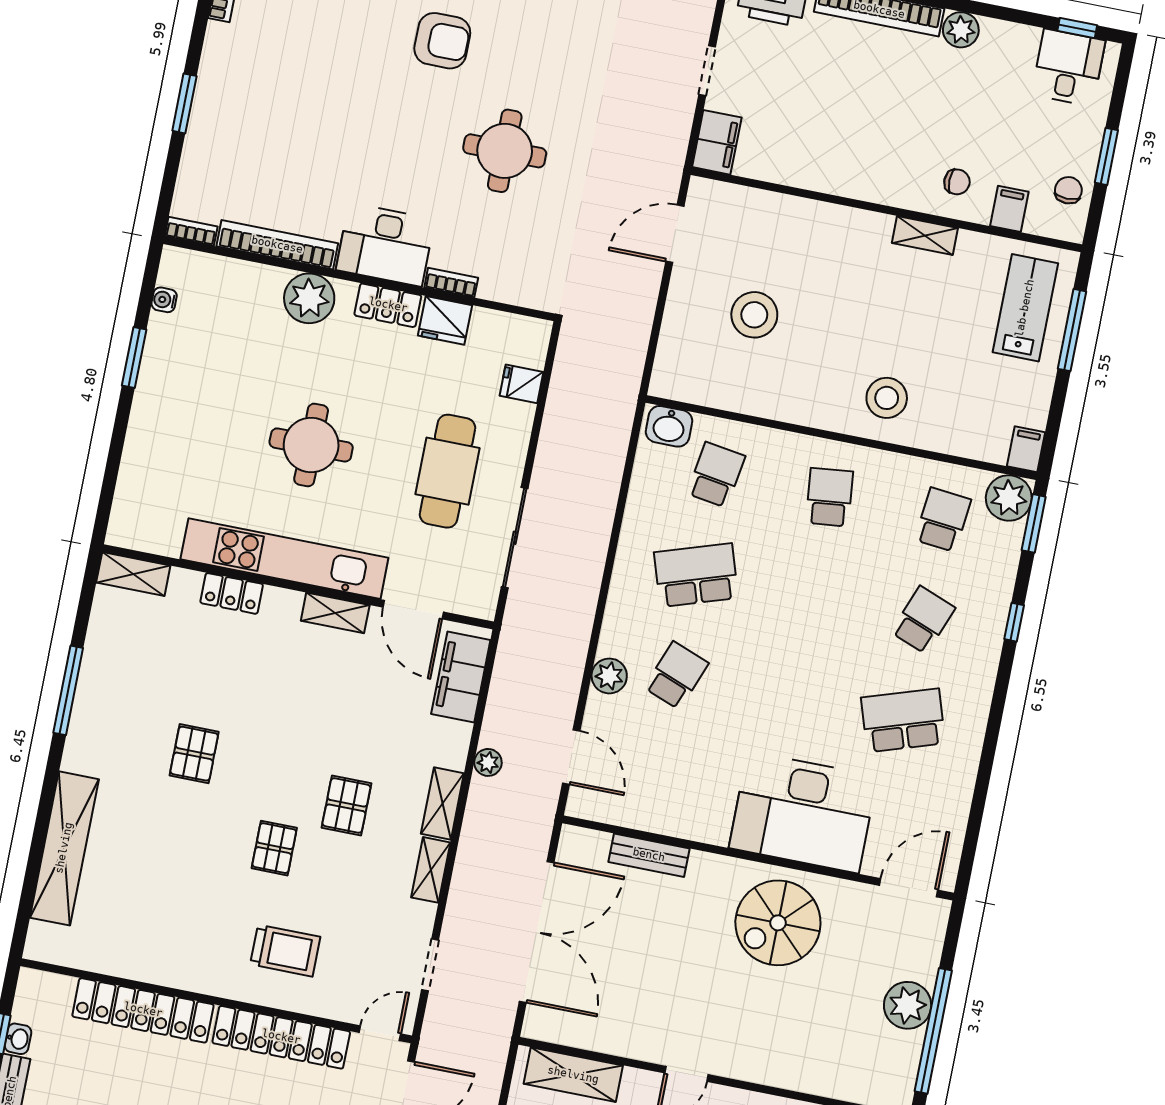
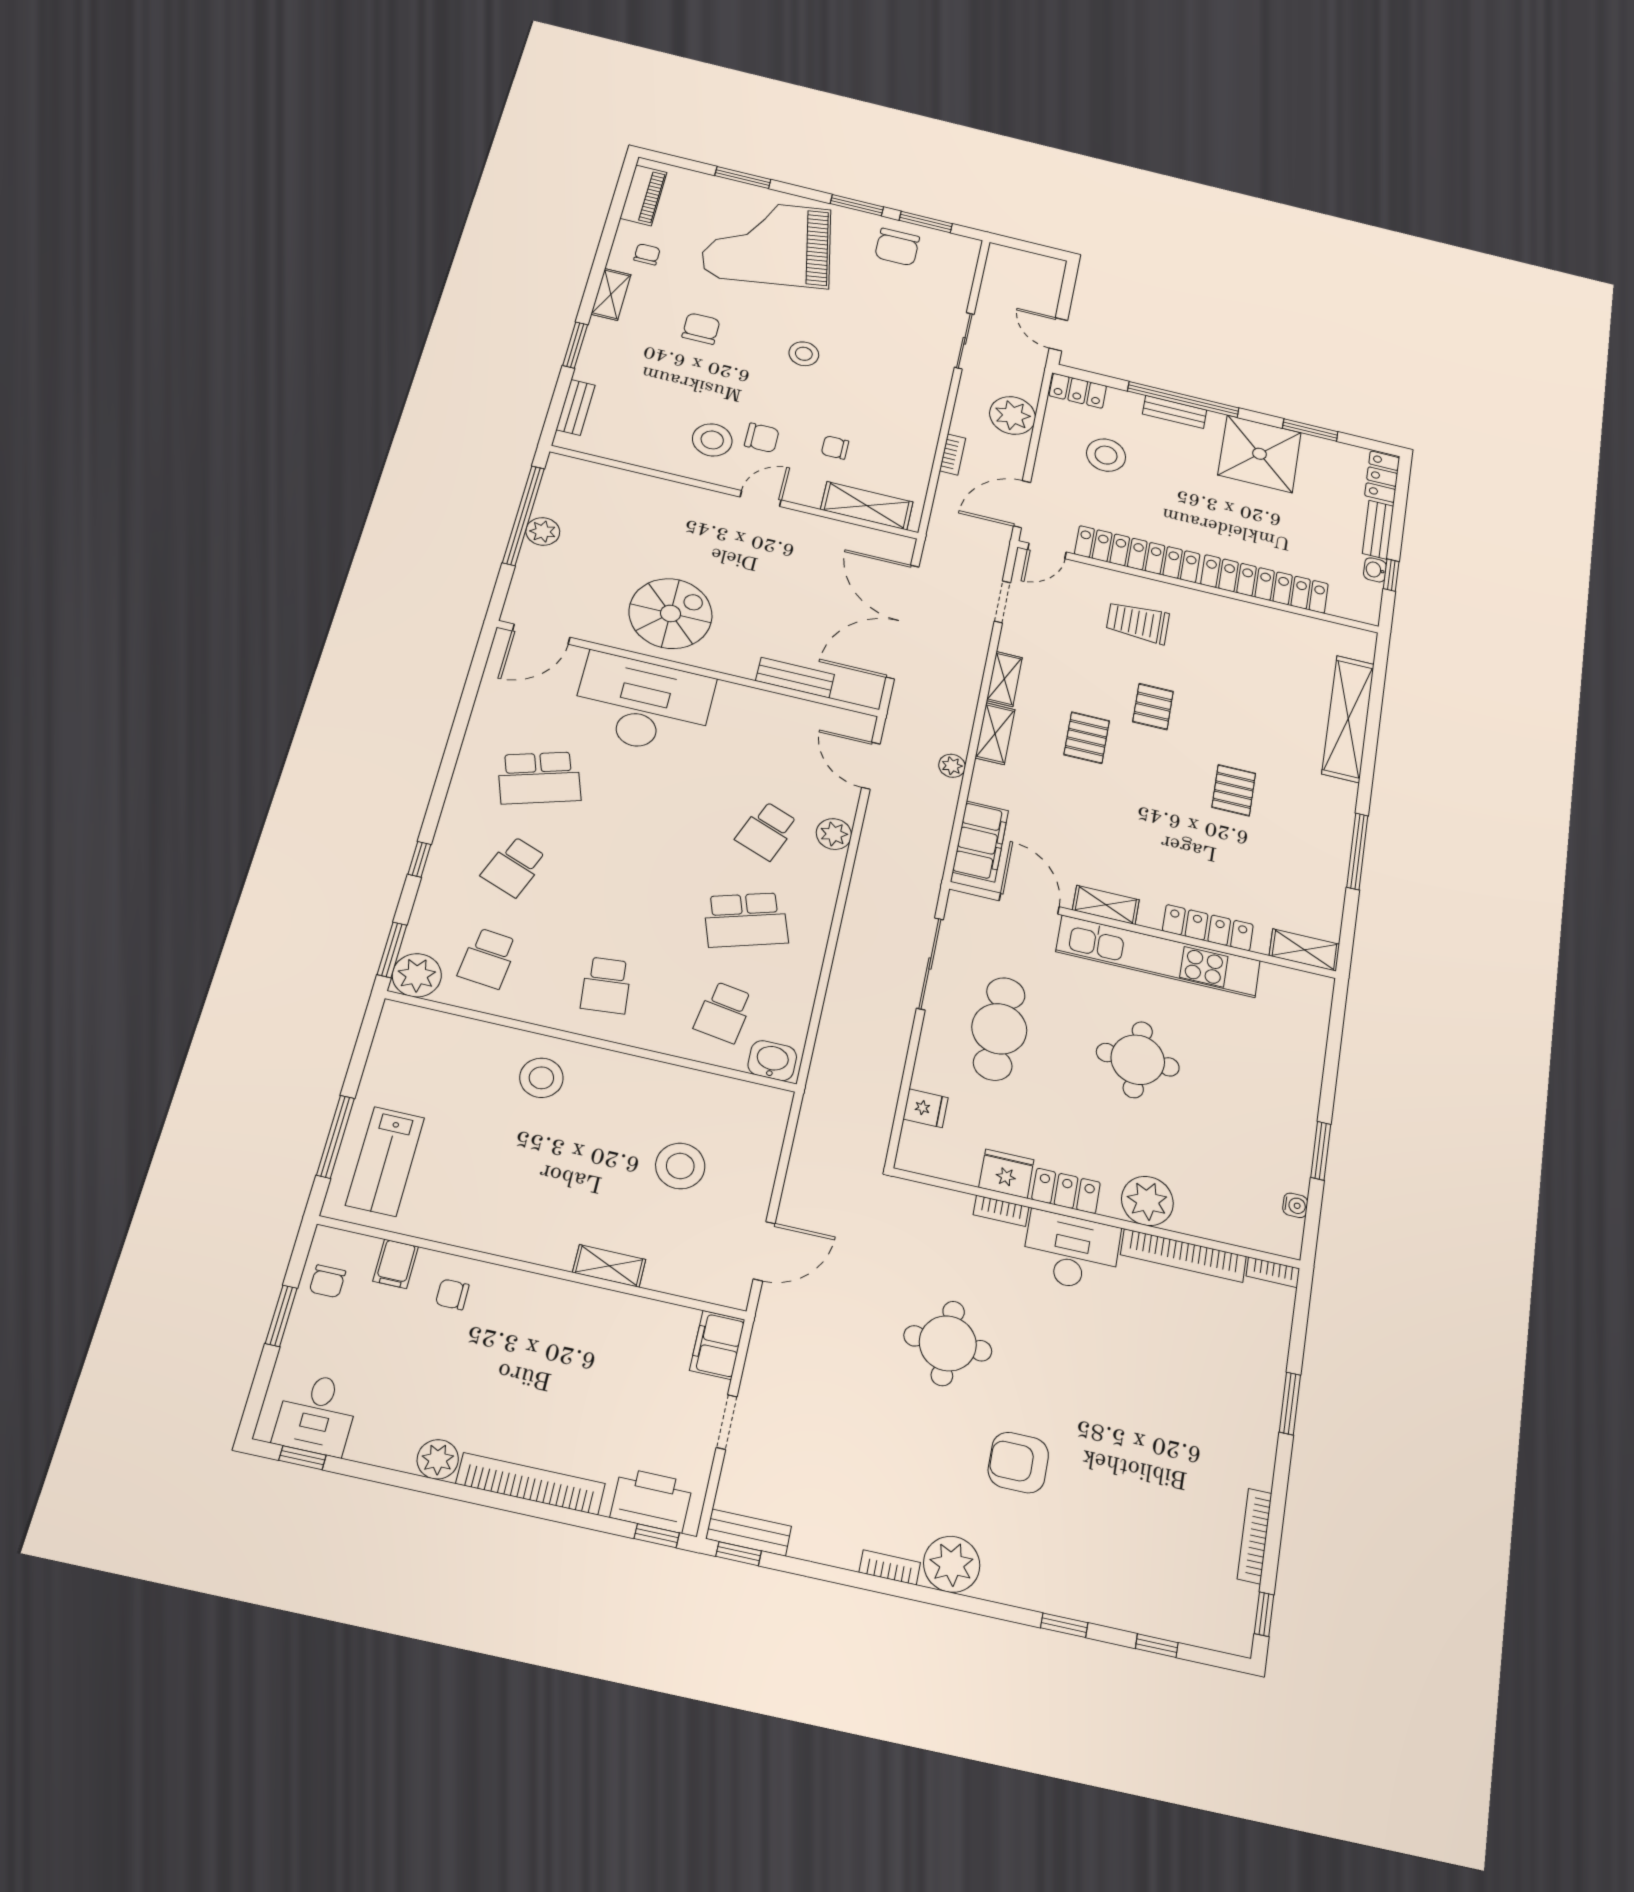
shelving: (925, 235) -> (609, 1266), moved
filing cabinet: (1026, 449) -> (395, 1021), removed
locker: (232, 593) -> (1208, 928), width x1.53
plant: (908, 1005) -> (543, 531), width x0.73, depth x0.73

